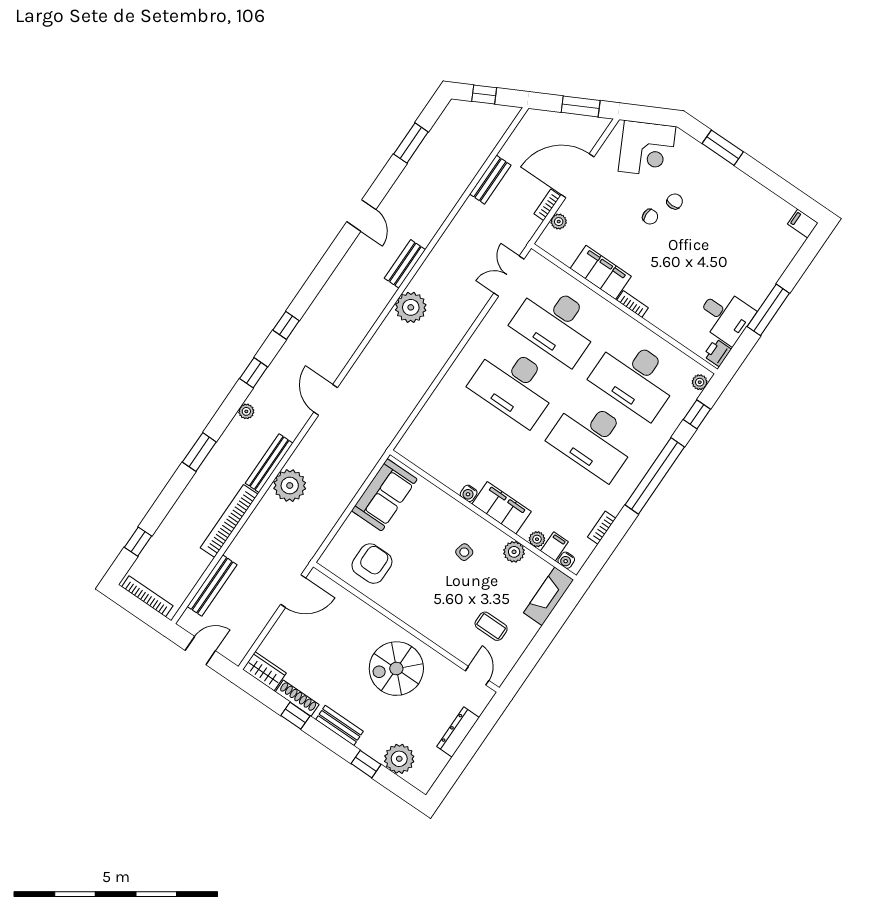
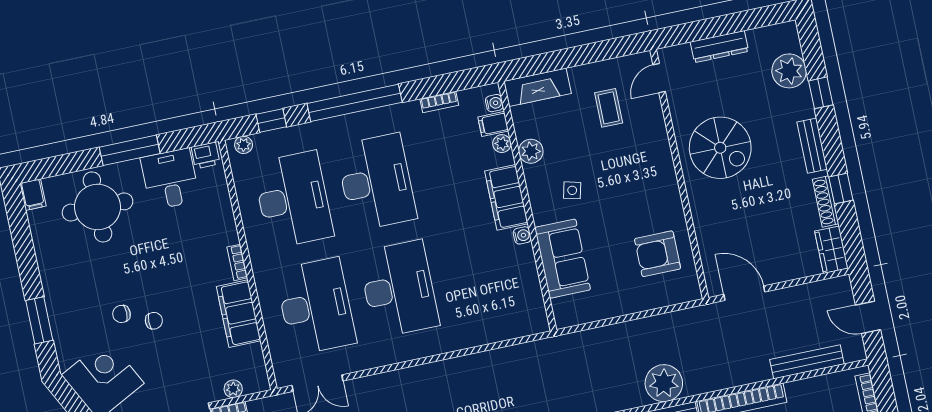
chair: (650, 217) -> (154, 321), turned 92
round table: (754, 255) -> (97, 207), added
sofa: (384, 495) -> (563, 259), moved, turned 90

